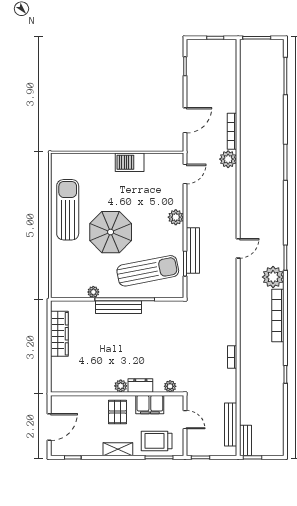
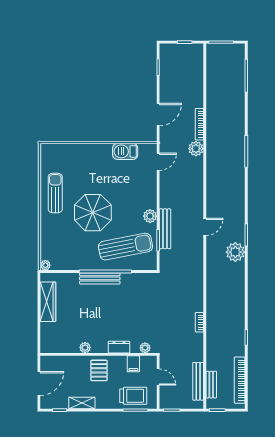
barbecue: (130, 162) -> (125, 151), moved
sun lounger: (68, 210) -> (55, 193), width x0.73, depth x0.75
plant: (176, 217) -> (150, 216), moved
plant: (93, 292) -> (45, 265), moved
bookcase: (278, 316) -> (240, 380), moved
plant: (121, 386) -> (85, 348), moved
filing cabinet: (150, 405) -> (133, 364), width x0.50
bench: (246, 440) -> (211, 385), moved
trolley: (157, 441) -> (133, 396), turned 180
shelving: (118, 449) -> (82, 403), moved

